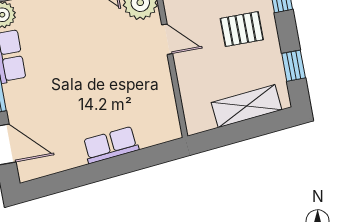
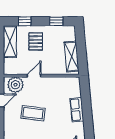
coffee table: (86, 52) -> (33, 113), added
shelving: (247, 106) -> (72, 57), moved

